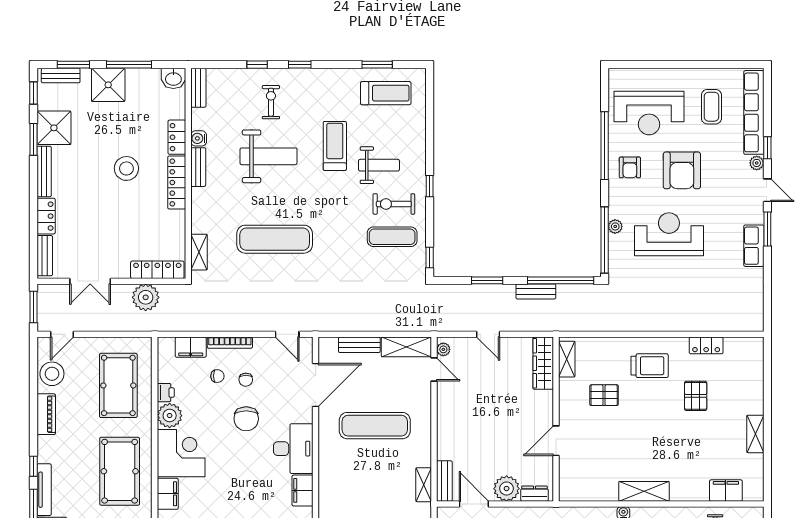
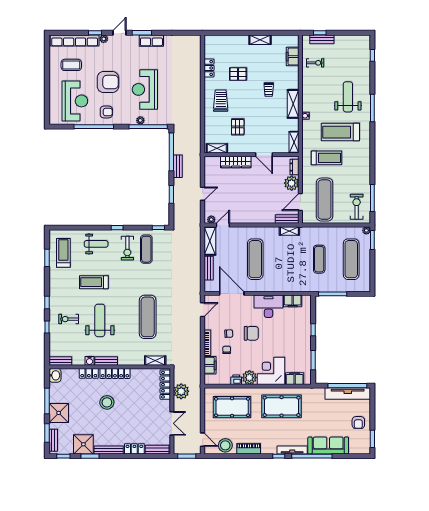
weight bench: (379, 165) -> (96, 244), moved, turned 90
wardrobe: (543, 363) -> (236, 162), moved
trolley: (669, 449) -> (269, 89), added
shelving: (578, 493) -> (294, 142), added

